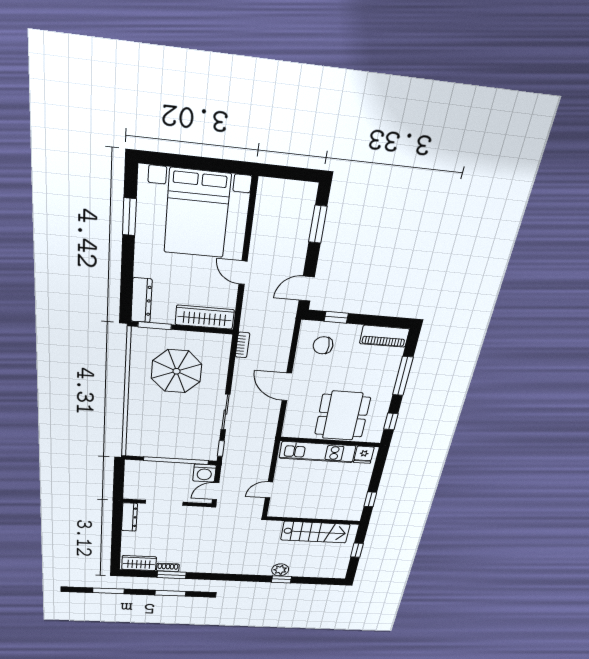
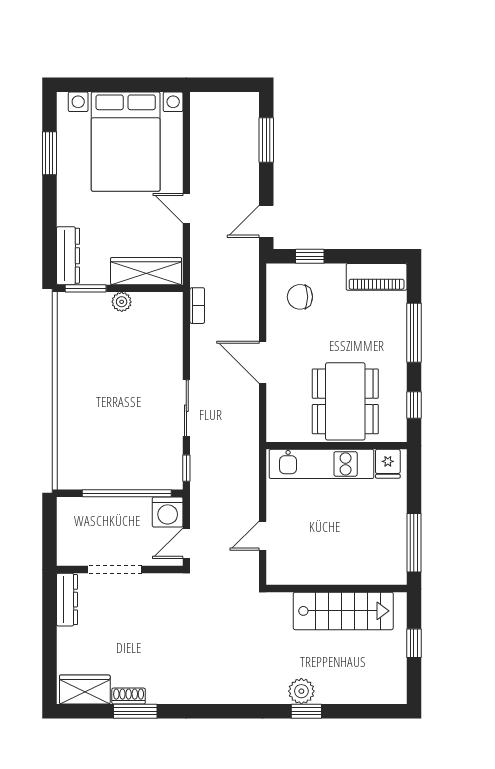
plant: (183, 338) -> (122, 302), added
parasol: (176, 371) -> (117, 351), removed
window: (370, 499) -> (414, 543), width x2.17

